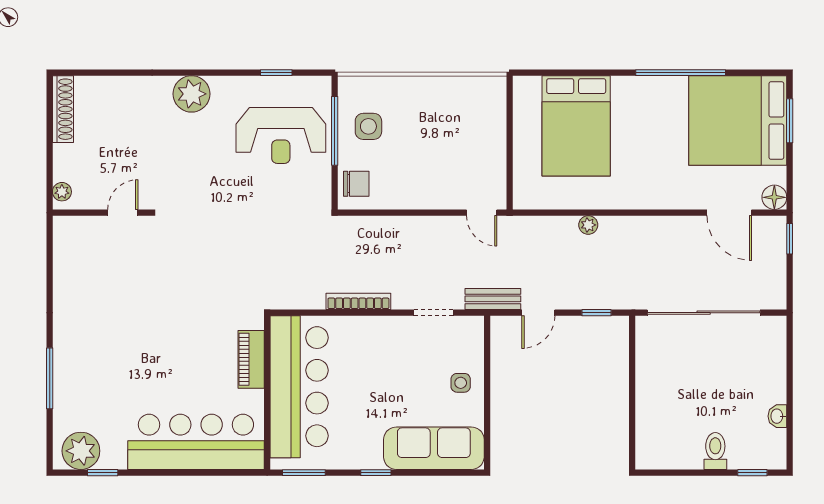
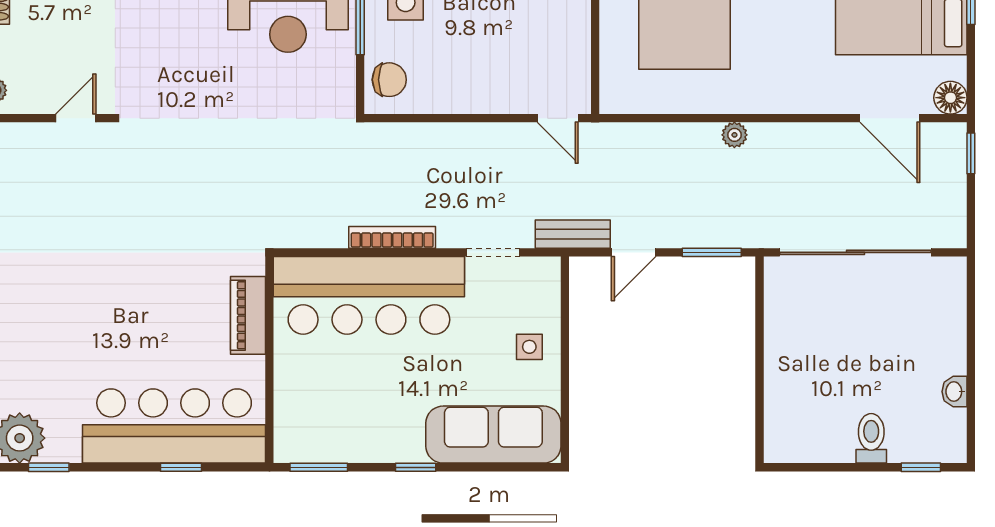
plant: (588, 225) -> (734, 135), moved
window: (596, 313) -> (712, 252), width x1.50
bar counter: (299, 387) -> (369, 295), moved, turned 90
window: (201, 473) -> (181, 467), added

